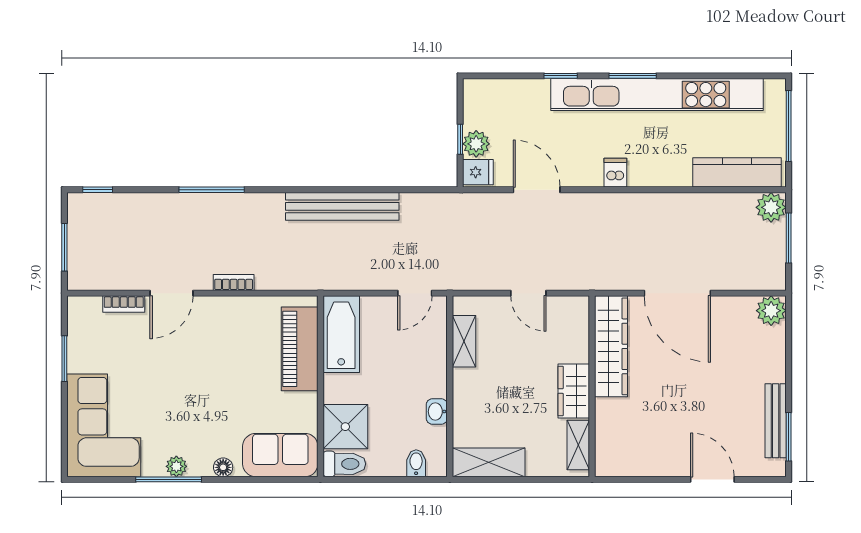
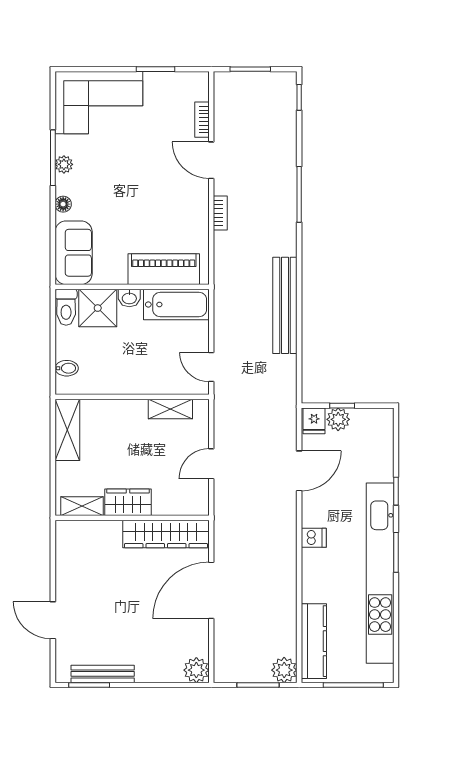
washbasin: (437, 412) -> (129, 298), moved, turned 180
door: (712, 479) -> (53, 620), swing flipped

